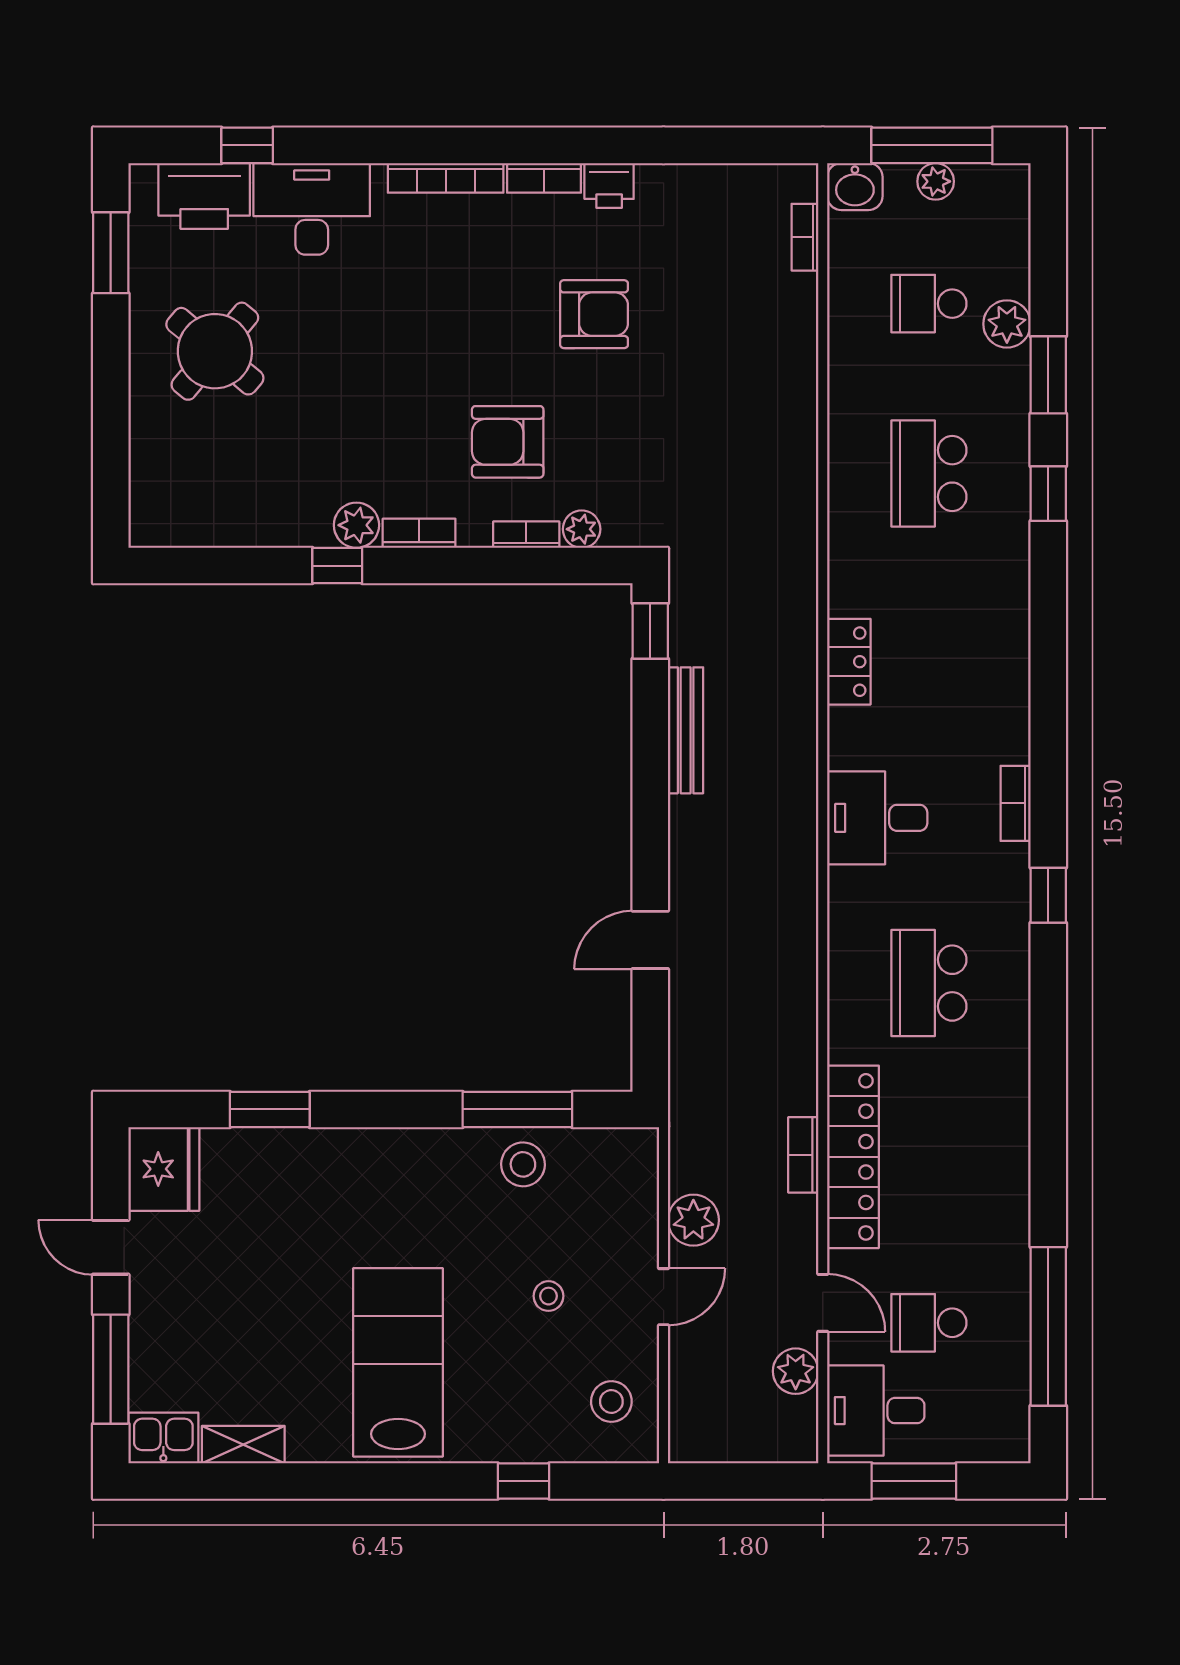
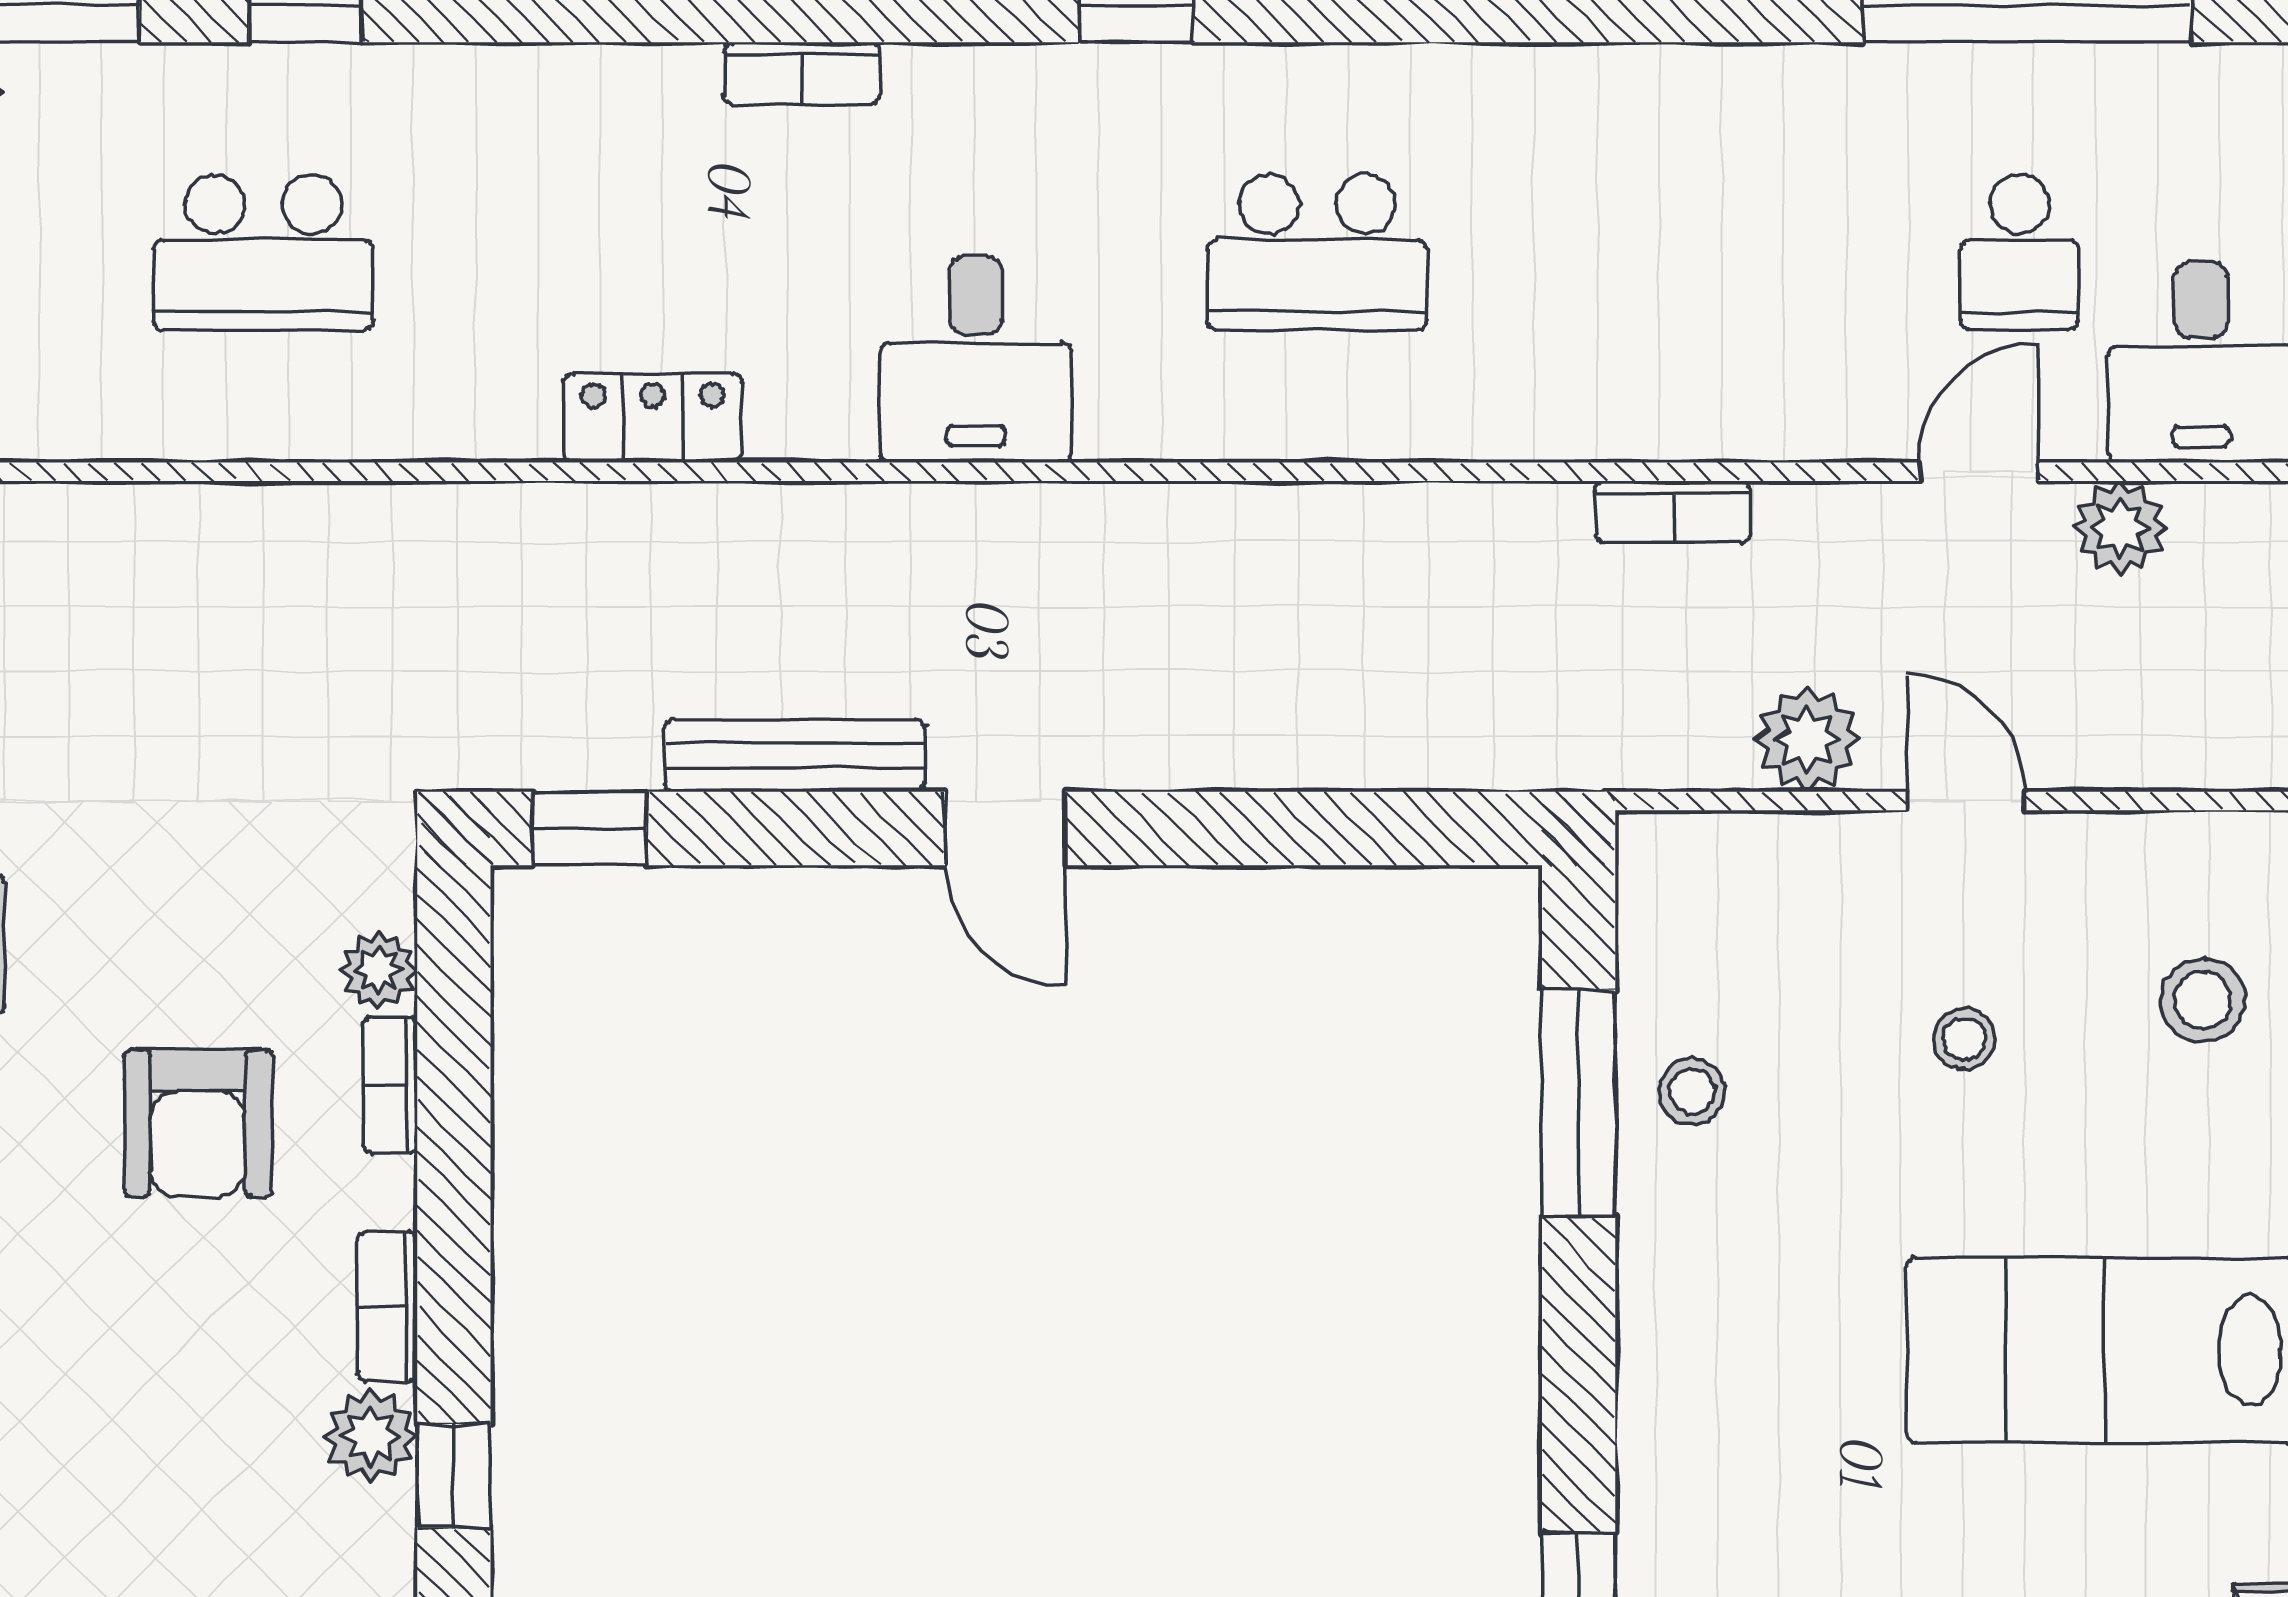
bookcase: (1016, 803) -> (802, 73), moved
door: (650, 940) -> (1005, 828), moved
locker: (853, 1157) -> (1677, 409), removed
stool: (523, 1164) -> (1692, 1092), width x0.73, depth x0.73
stool: (611, 1401) -> (2202, 1001), moved

